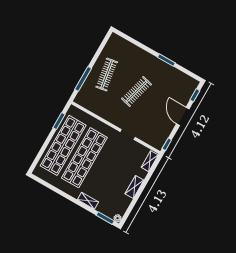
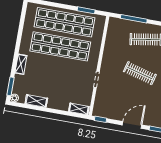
shelving: (134, 187) -> (36, 101), moved

